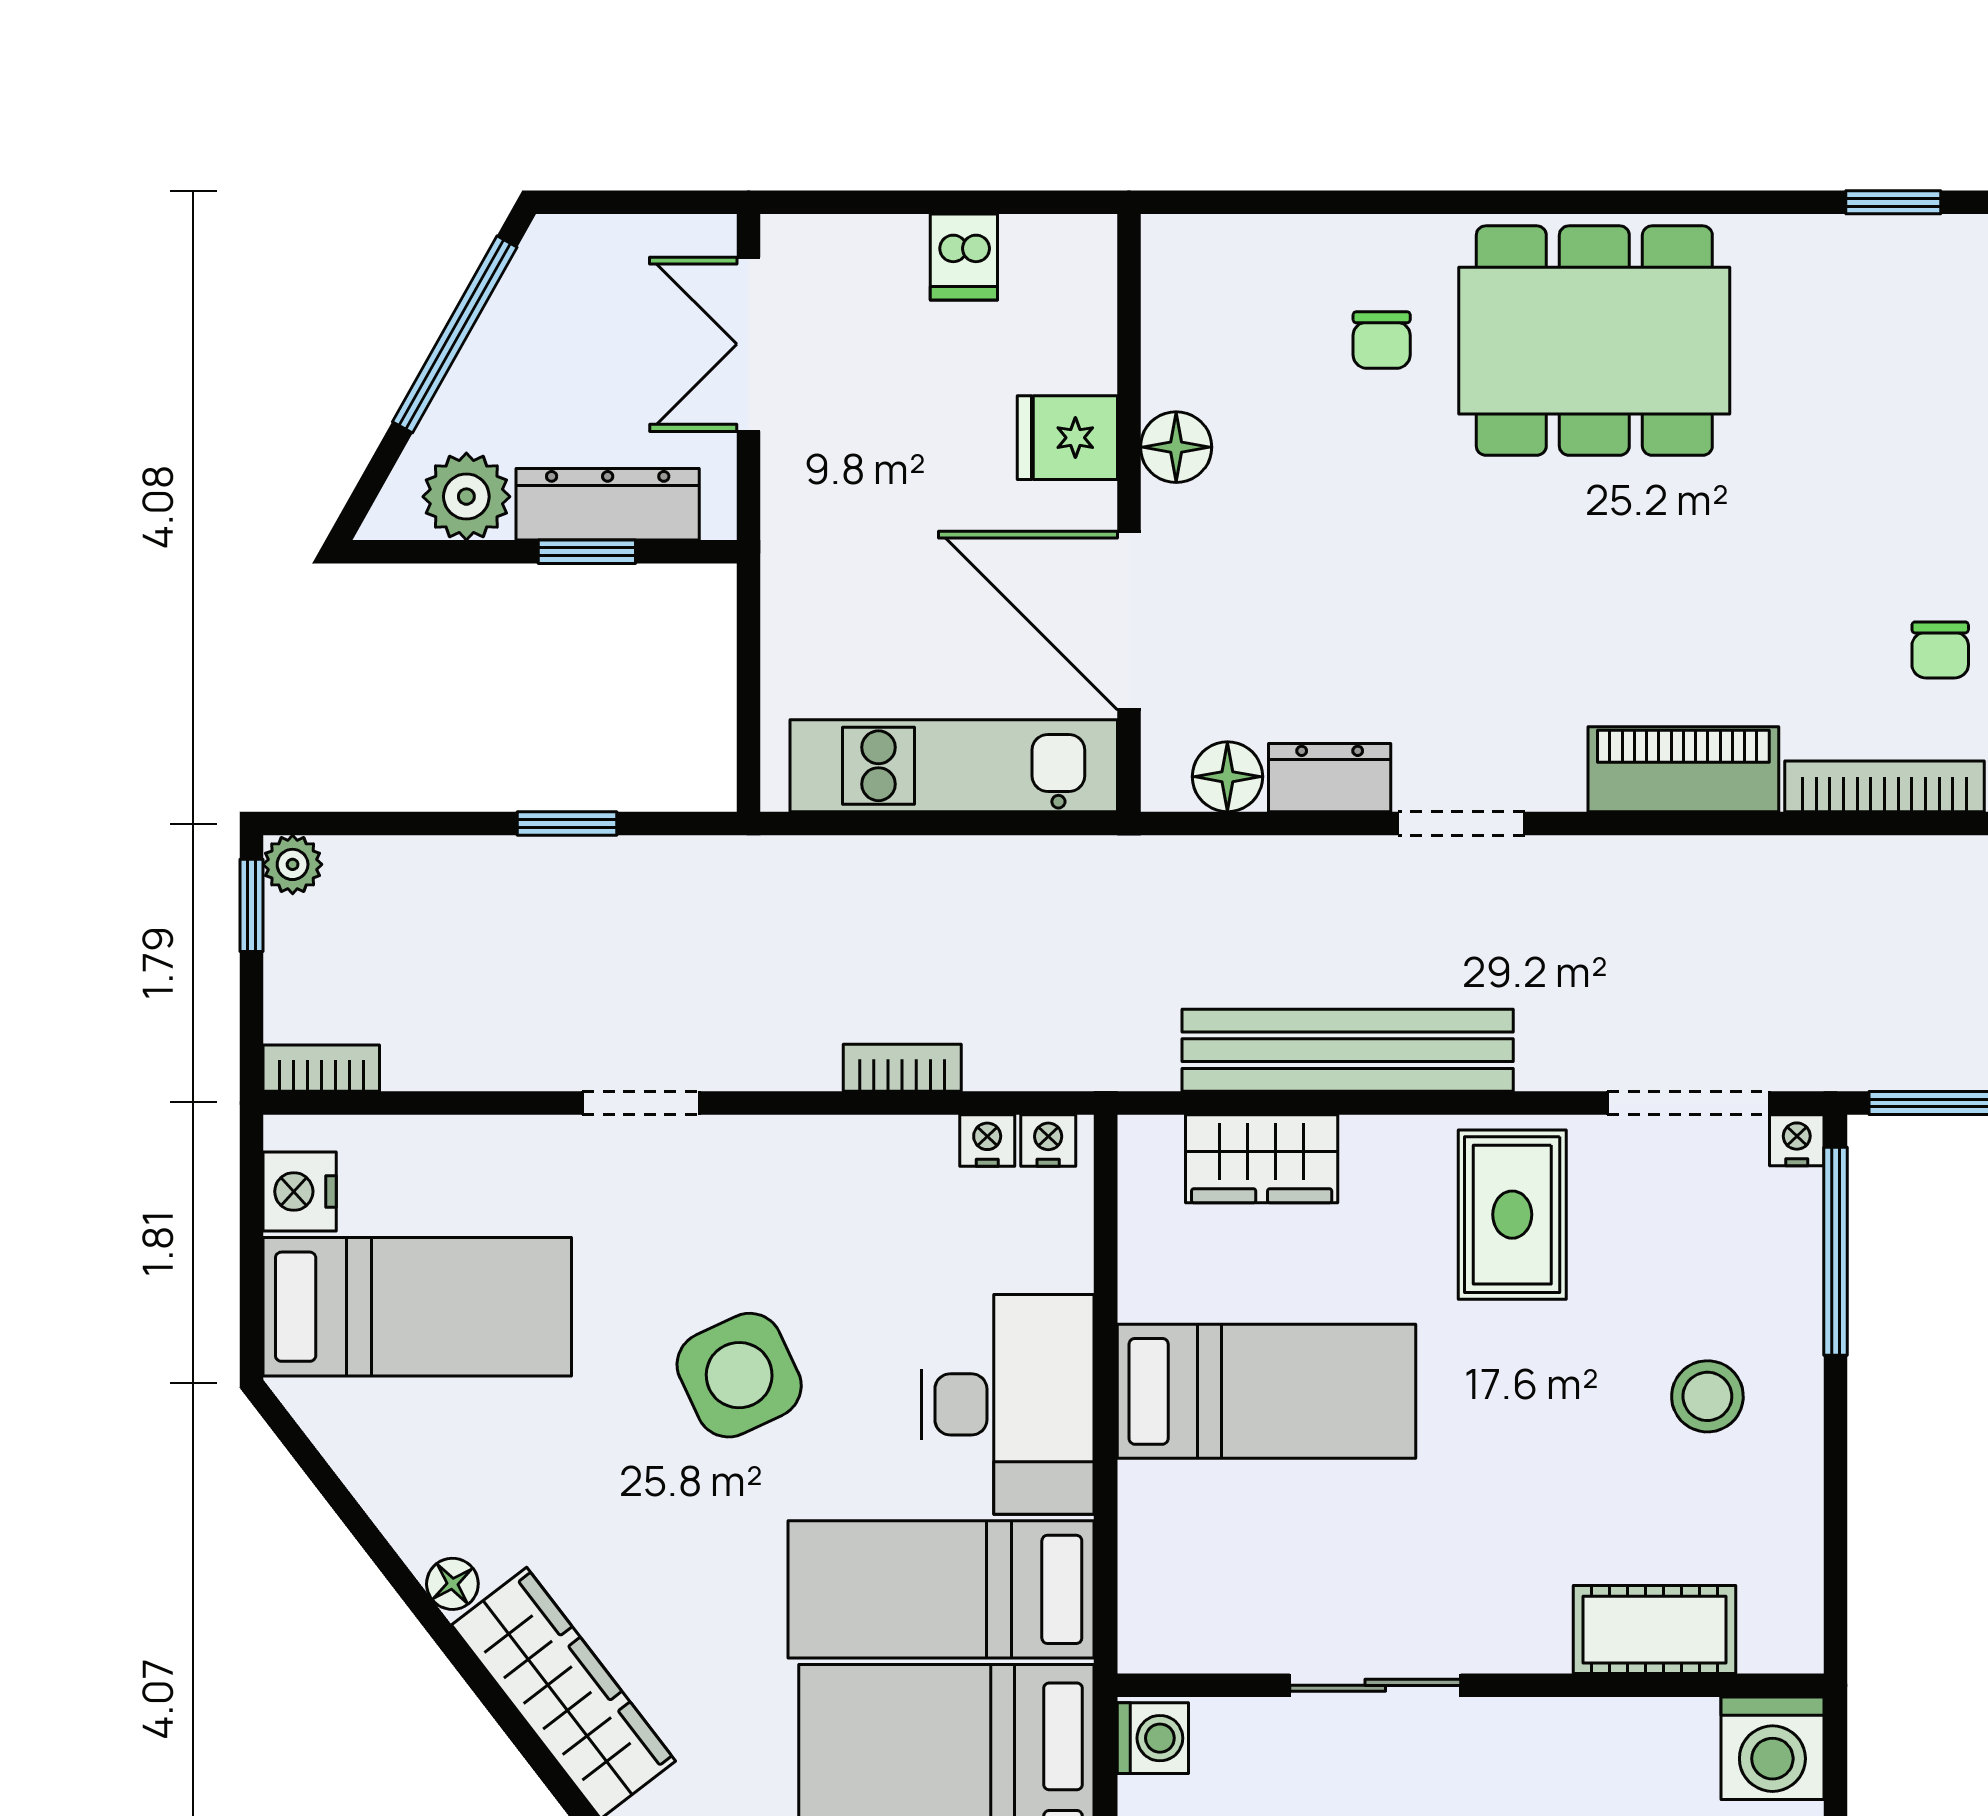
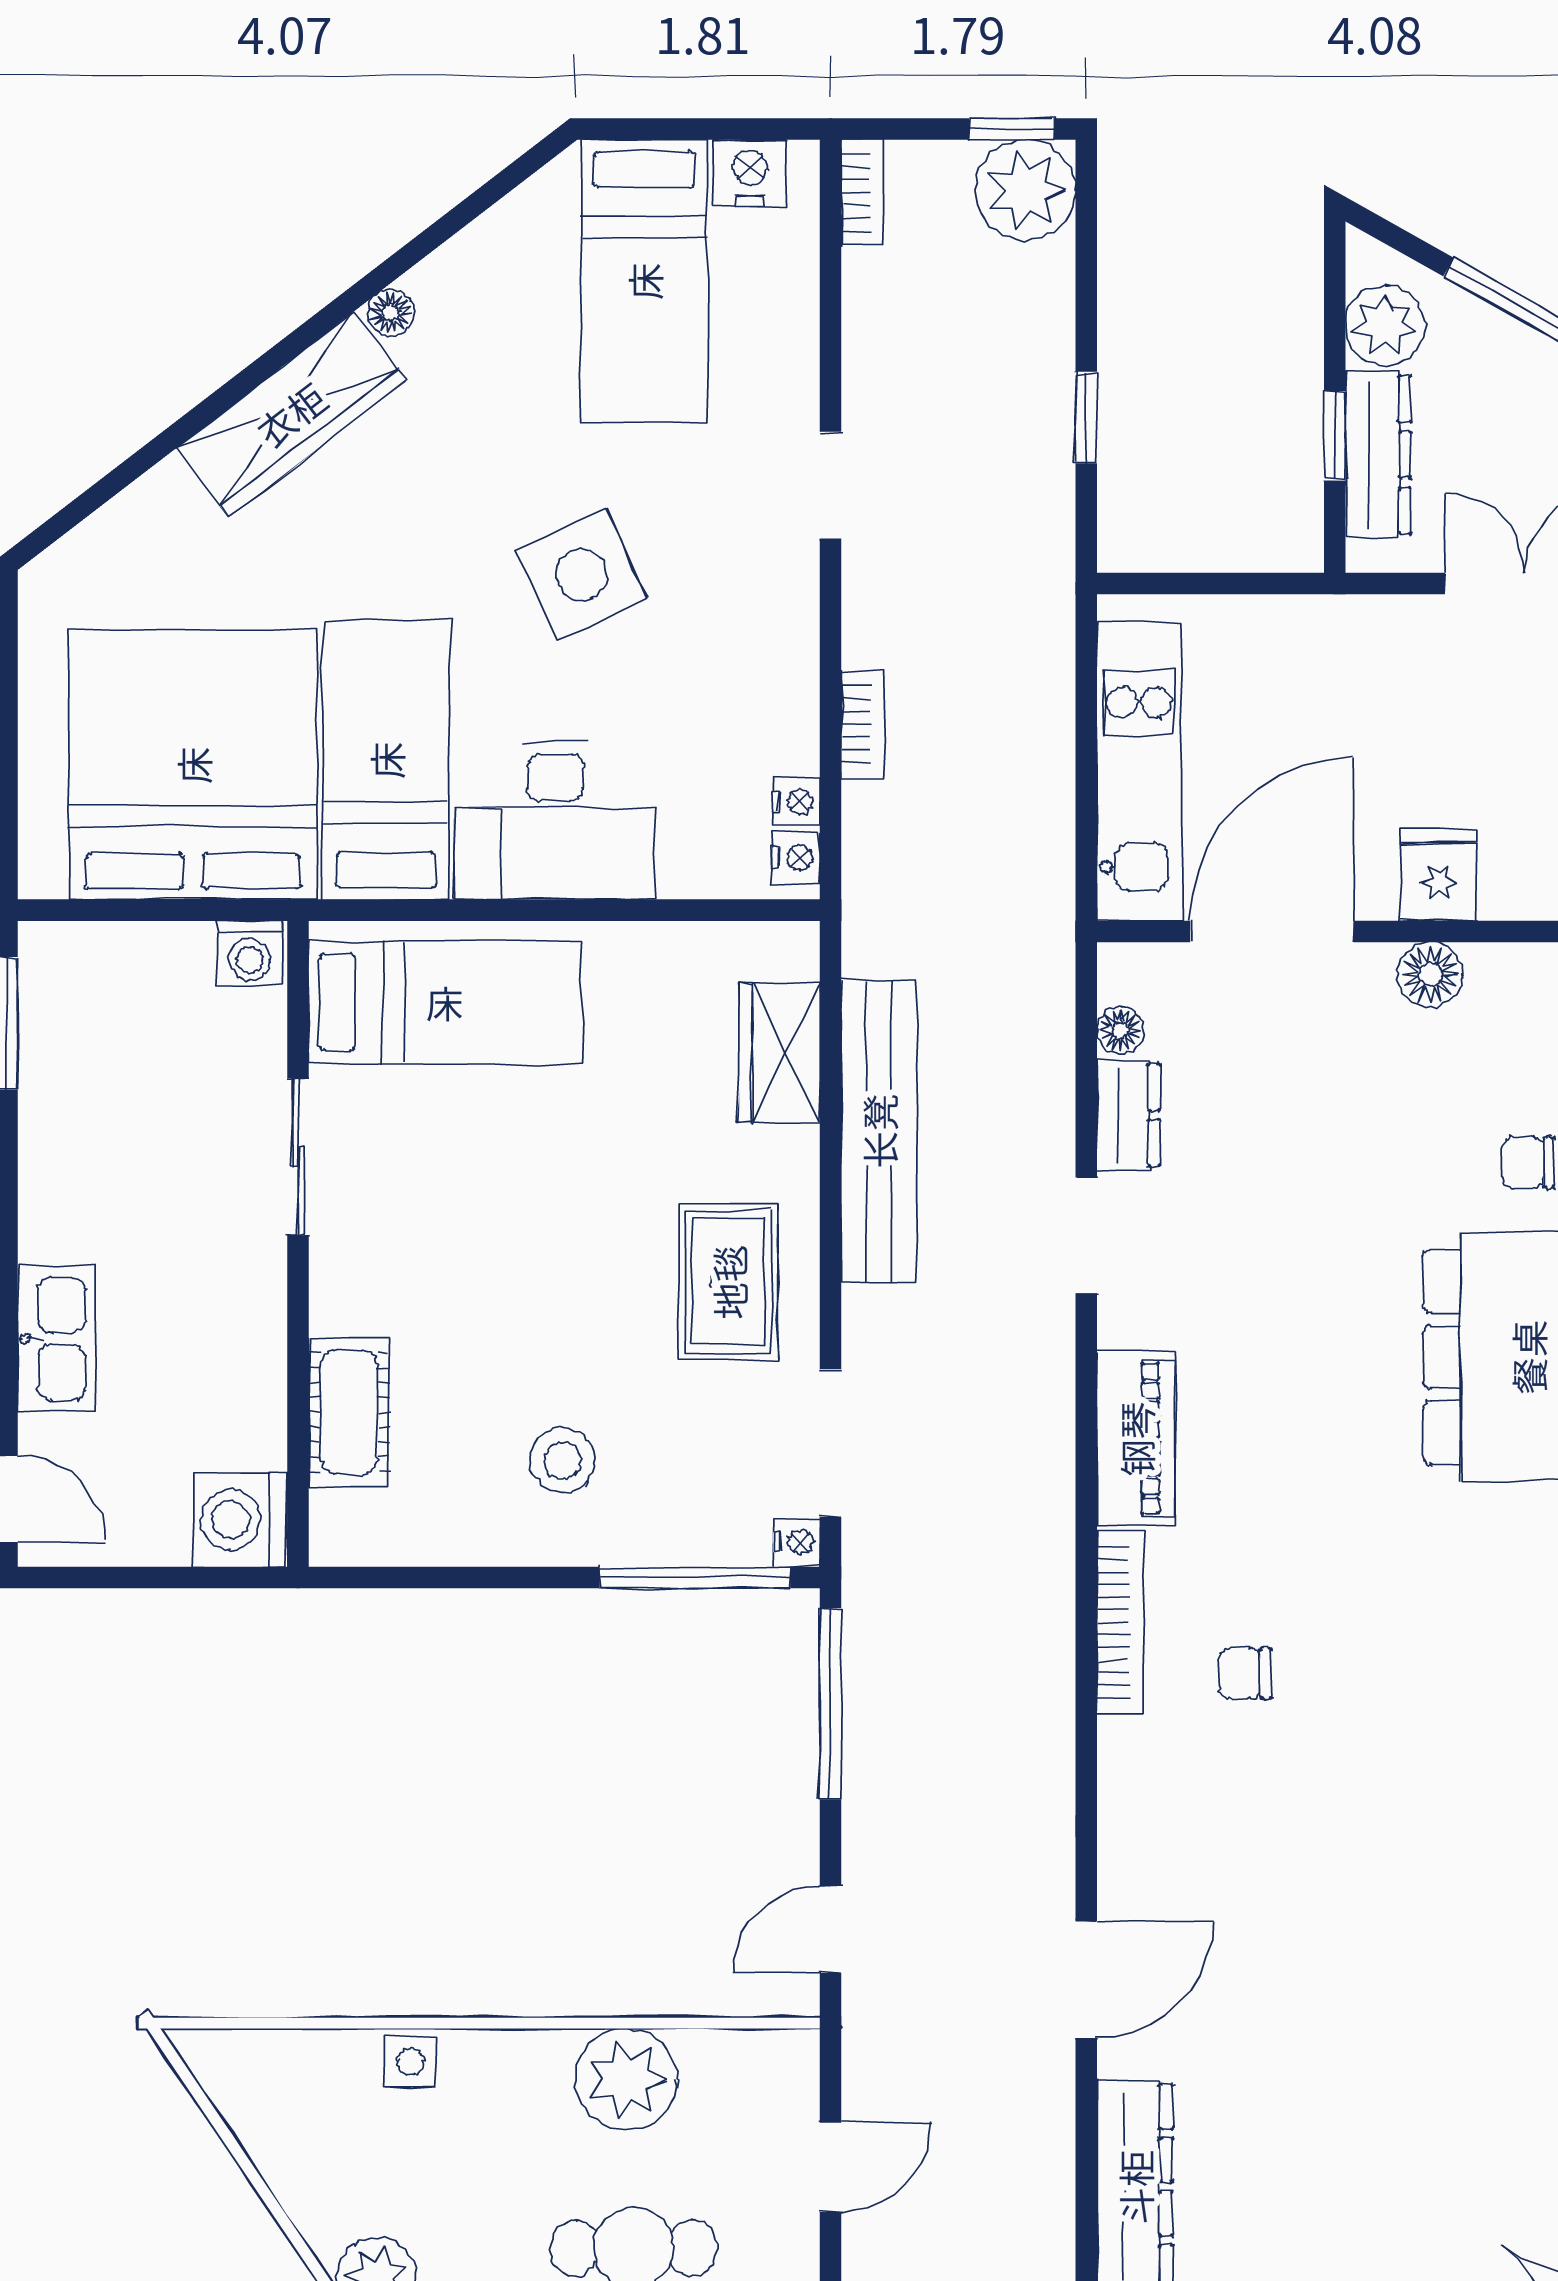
floor lamp: (1227, 777) -> (1120, 1030), width x0.73, depth x0.73
plant: (293, 864) -> (1025, 190), width x1.87, depth x1.87
rug: (1512, 1215) -> (729, 1282), turned 90
bed: (1266, 1391) -> (445, 1002), moved, turned -90

